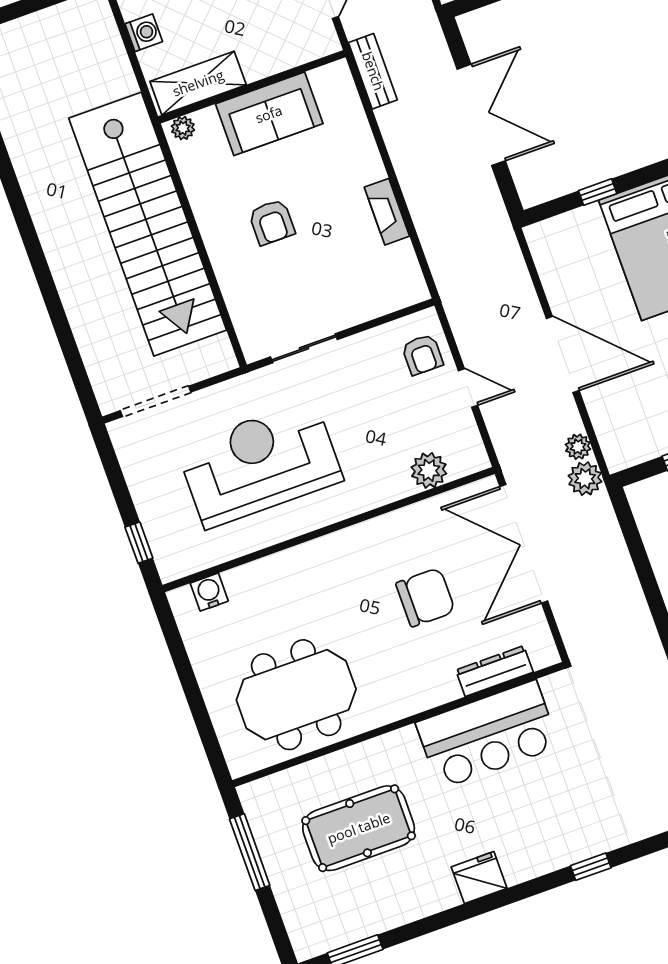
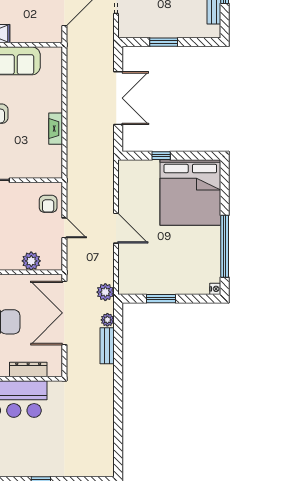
bench: (373, 71) -> (107, 346), moved
door: (563, 355) -> (116, 228), width x0.73
plant: (578, 447) -> (107, 320), moved

